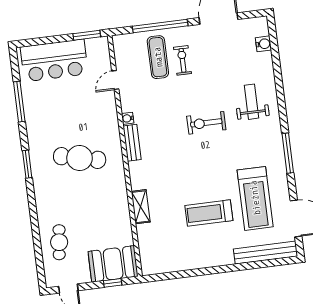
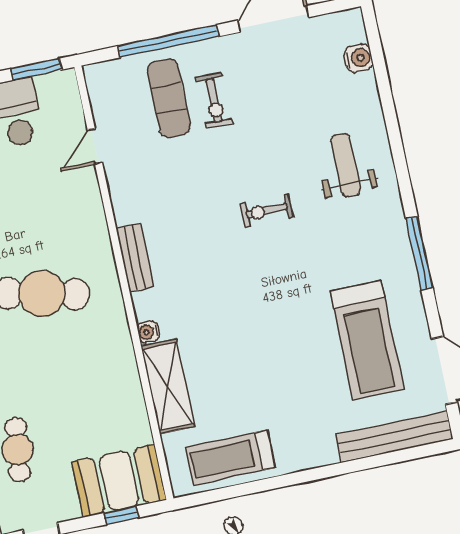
exercise bike: (182, 60) -> (214, 100), turned 180
water cooler: (128, 118) -> (148, 332), moved
exercise bike: (206, 123) -> (267, 210), width x0.73, depth x0.72
shelving: (141, 207) -> (168, 386), width x1.50, depth x1.33
treadmill: (209, 213) -> (231, 457), moved

